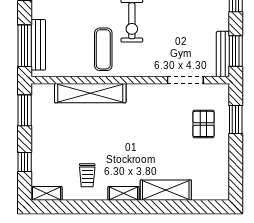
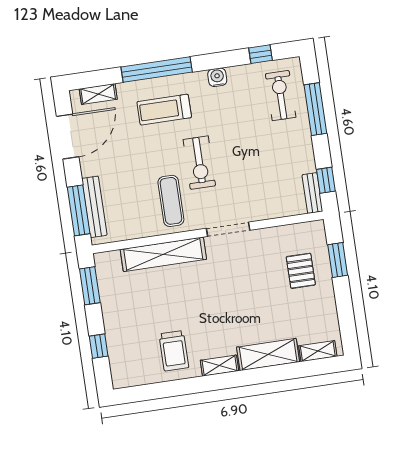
window: (236, 51) -> (326, 180), width x0.67
bench: (223, 54) -> (312, 193), width x0.73
doorway: (185, 80) -> (228, 229), moved
trolley: (87, 175) -> (174, 351), width x1.36, depth x1.39
shelving: (47, 193) -> (318, 351), moved

